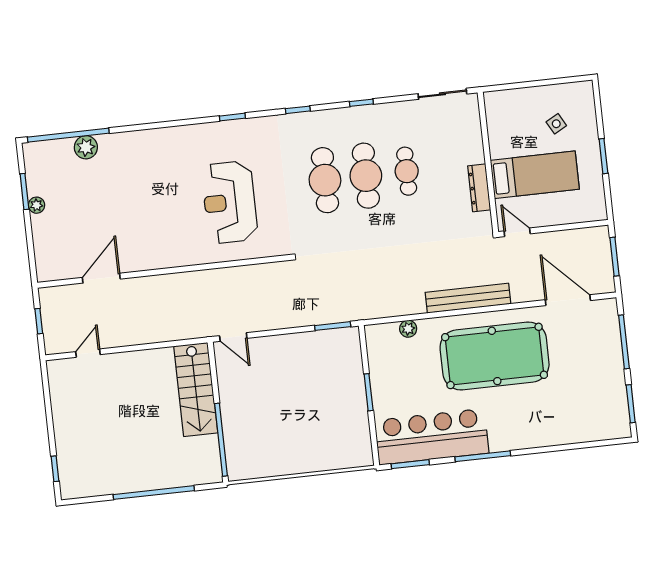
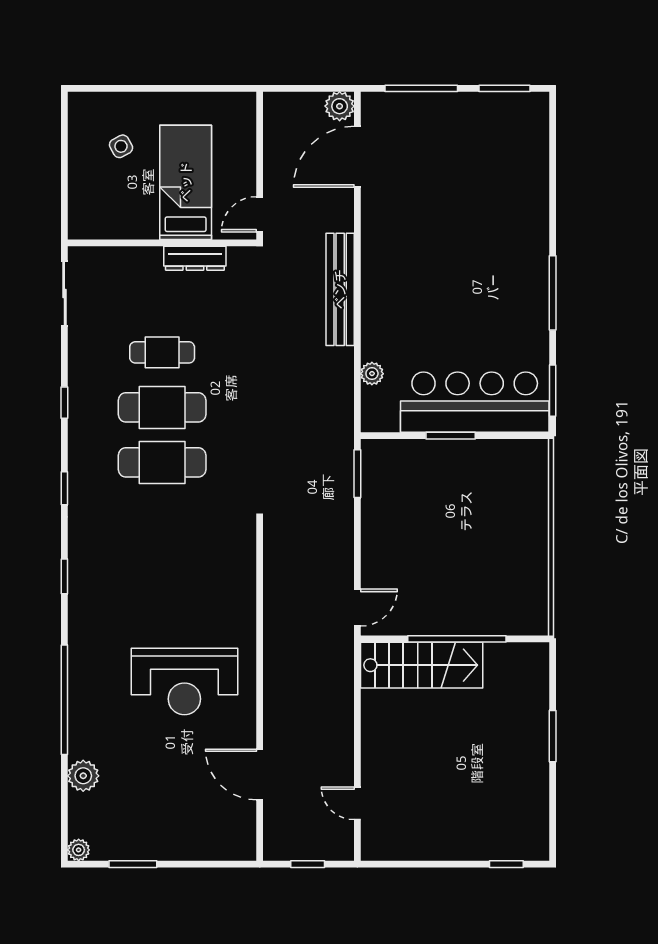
window: (68, 135) -> (64, 700), moved
window: (603, 156) -> (171, 88), removed
reception desk: (230, 202) -> (184, 682), moved
plant: (37, 205) -> (79, 850), moved
window: (615, 257) -> (306, 88), removed
plant: (604, 283) -> (340, 106), added
pool table: (495, 356) -> (421, 263), removed
bar counter: (432, 437) -> (475, 402), moved, turned 90
window: (221, 440) -> (457, 639), moved
window: (154, 493) -> (553, 736), width x0.47

